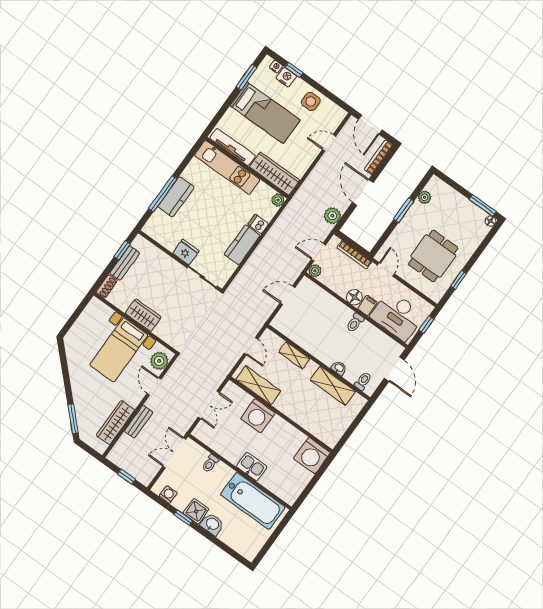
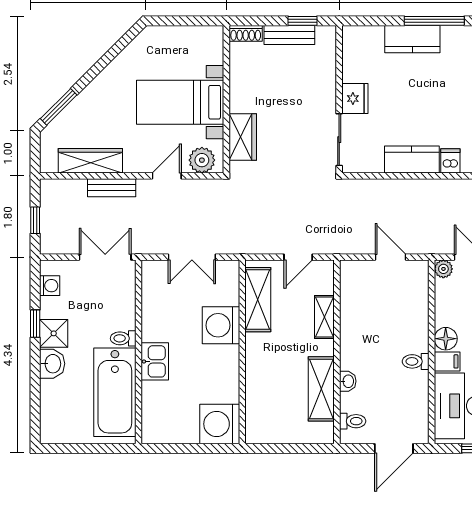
window: (163, 194) -> (434, 21), moved
wardrobe: (143, 315) -> (243, 137), moved
toilet: (210, 463) -> (123, 338), moved

